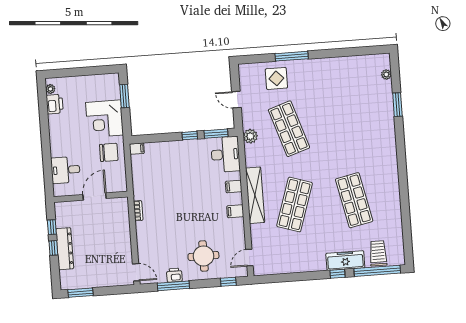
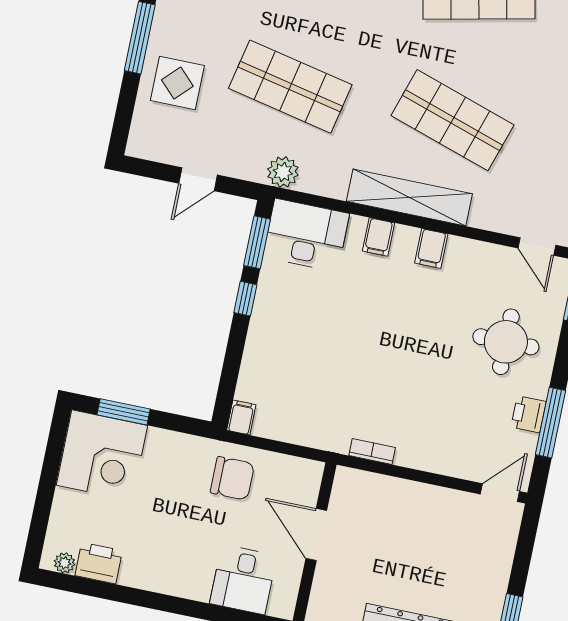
corner desk: (104, 119) -> (102, 455), moved
shop shelf: (289, 129) -> (290, 87), turned 30
chair: (109, 152) -> (232, 478), turned 90

